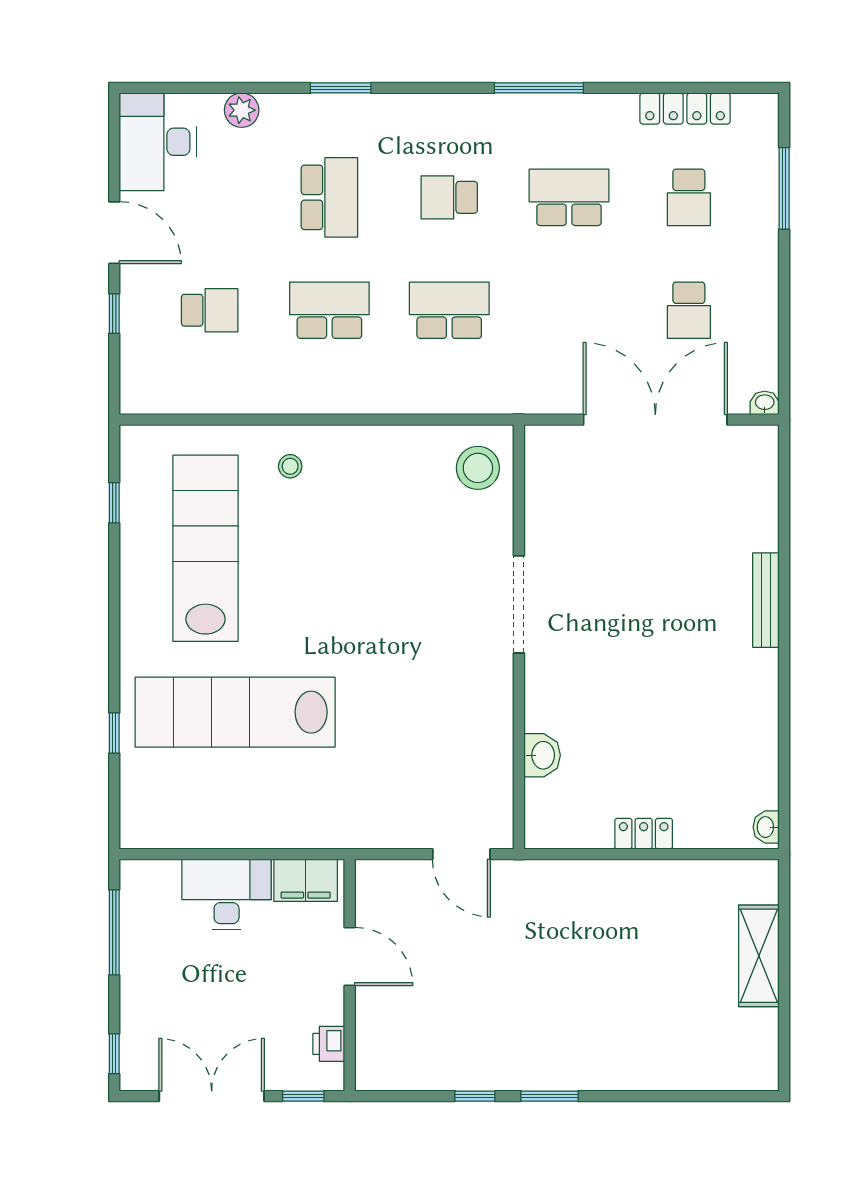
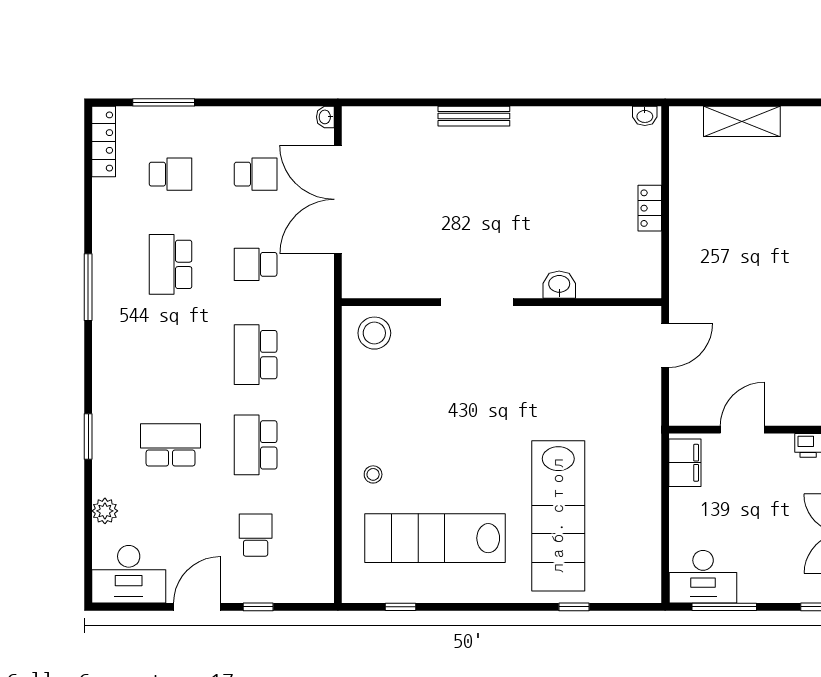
locker: (685, 108) -> (104, 141), moved
school desk: (449, 197) -> (256, 264), moved, turned 90
washbasin: (542, 755) -> (559, 285), moved
desk: (227, 894) -> (703, 577), moved, turned -90

